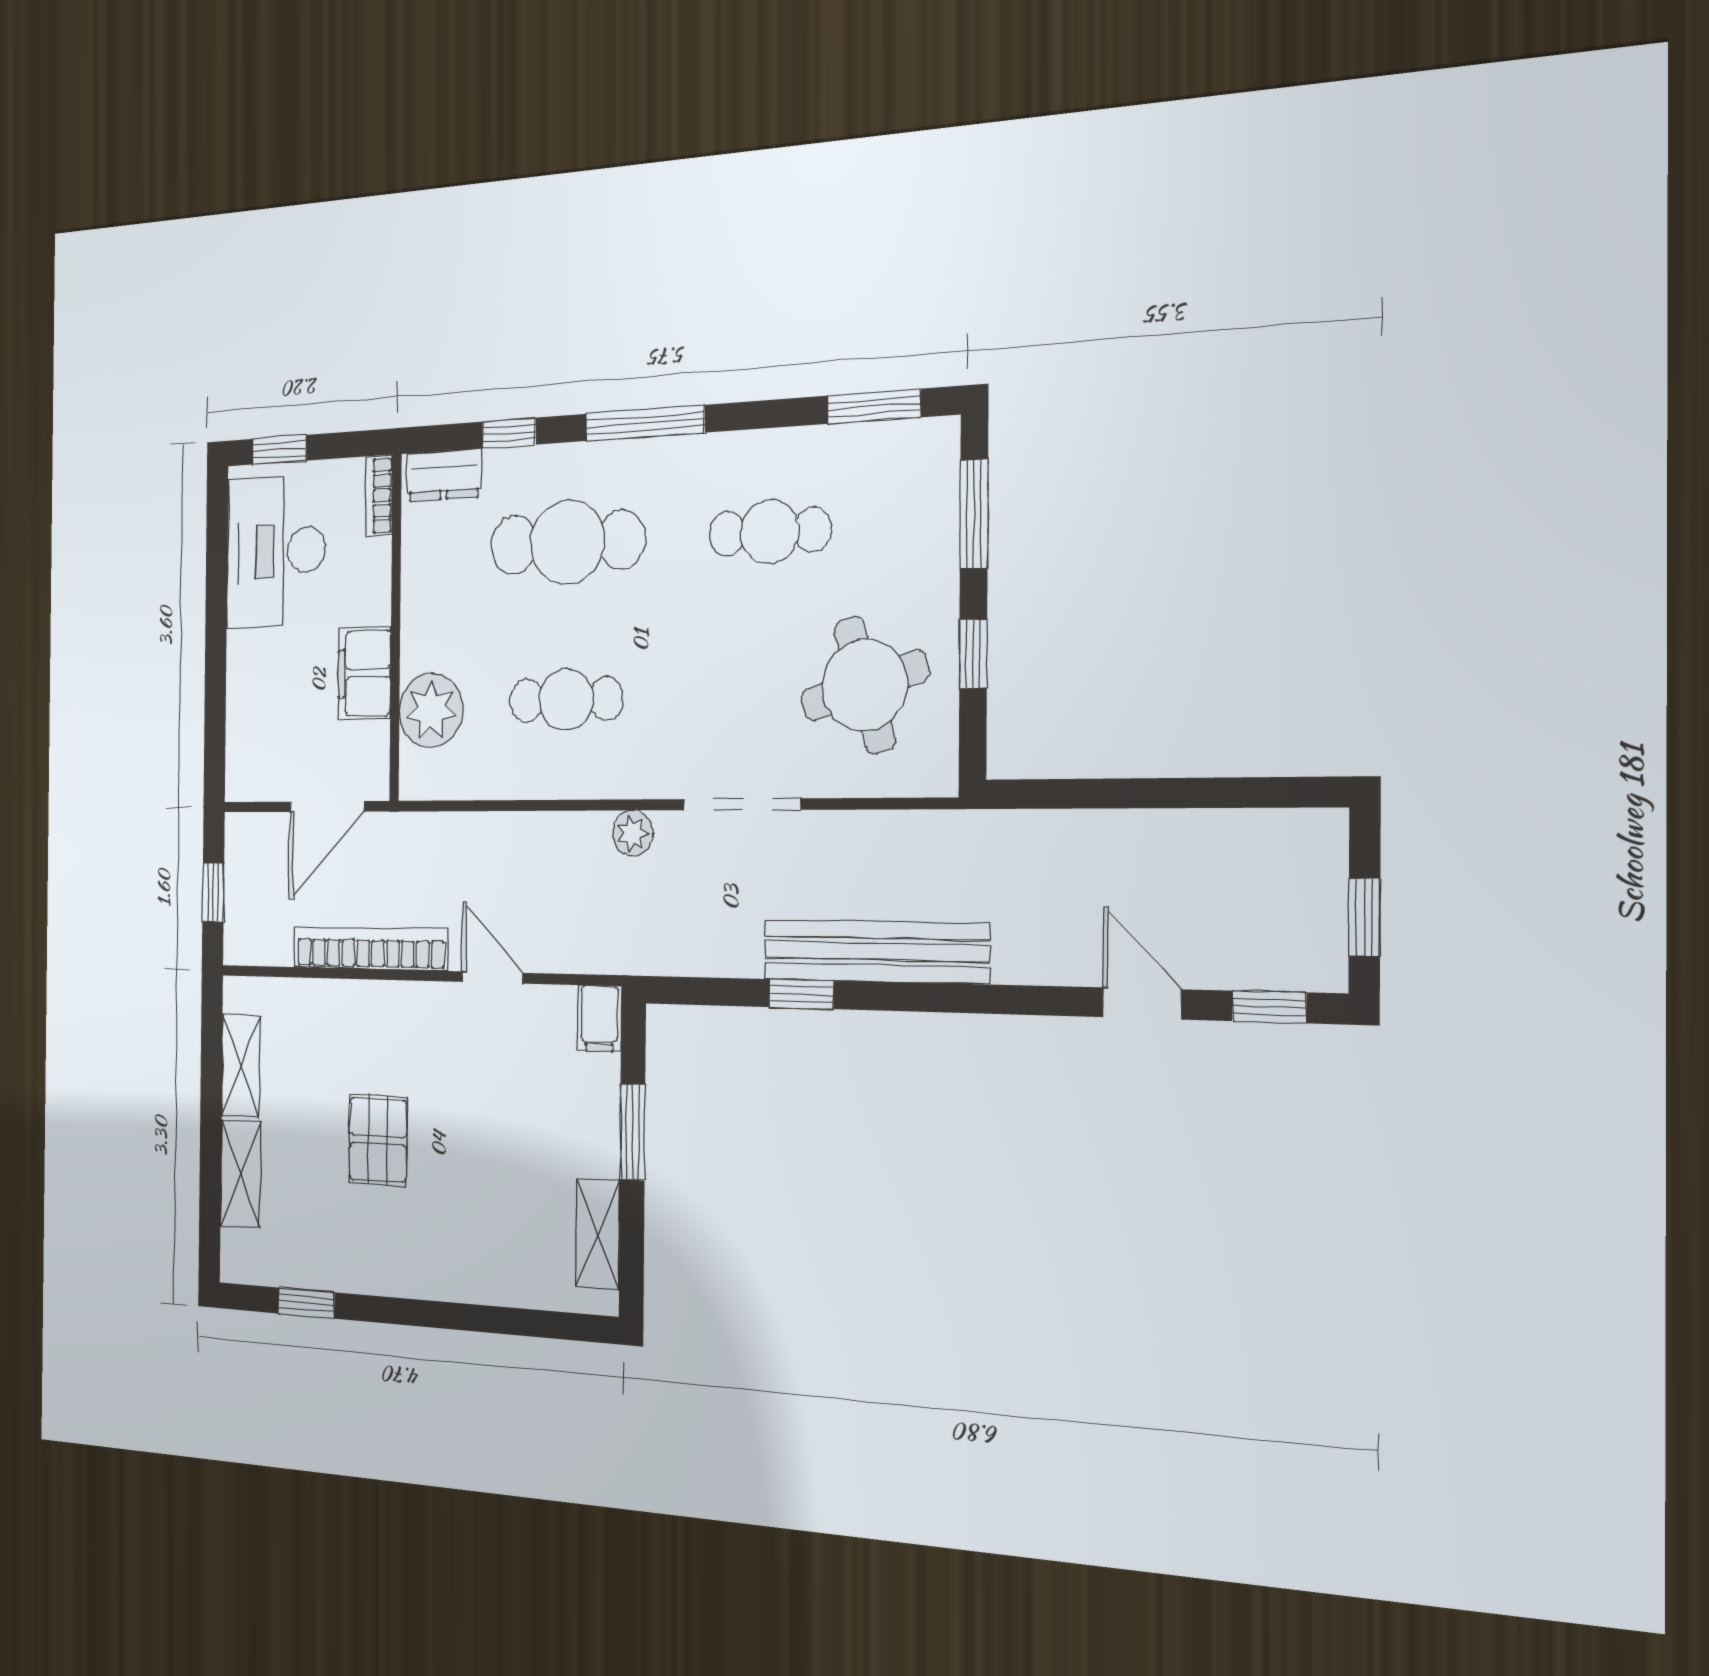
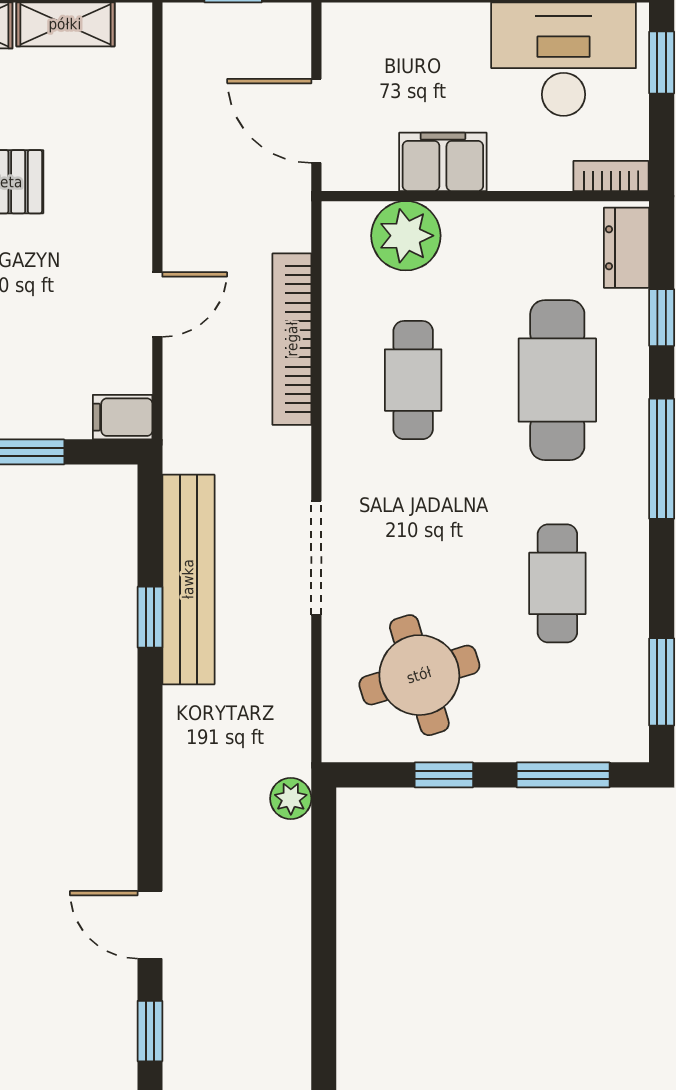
plant: (633, 833) -> (291, 799), moved
bookcase: (371, 948) -> (292, 339), moved, turned 180
bench: (875, 951) -> (188, 579), moved
door: (1142, 1003) -> (150, 925), swing flipped

